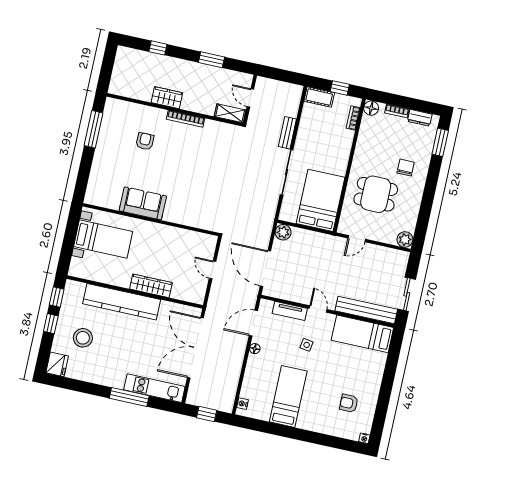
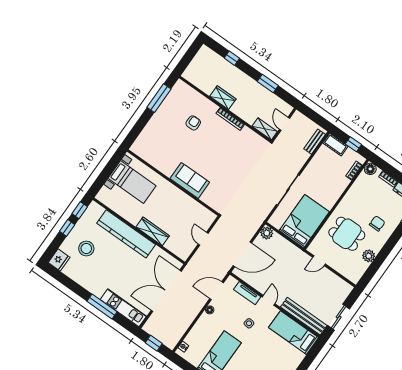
bench: (287, 133) -> (315, 142), moved
sofa: (143, 203) -> (190, 180), moved
plant: (405, 239) -> (369, 256), moved
door: (265, 269) -> (242, 254), swing flipped

